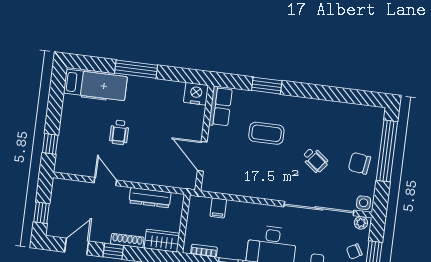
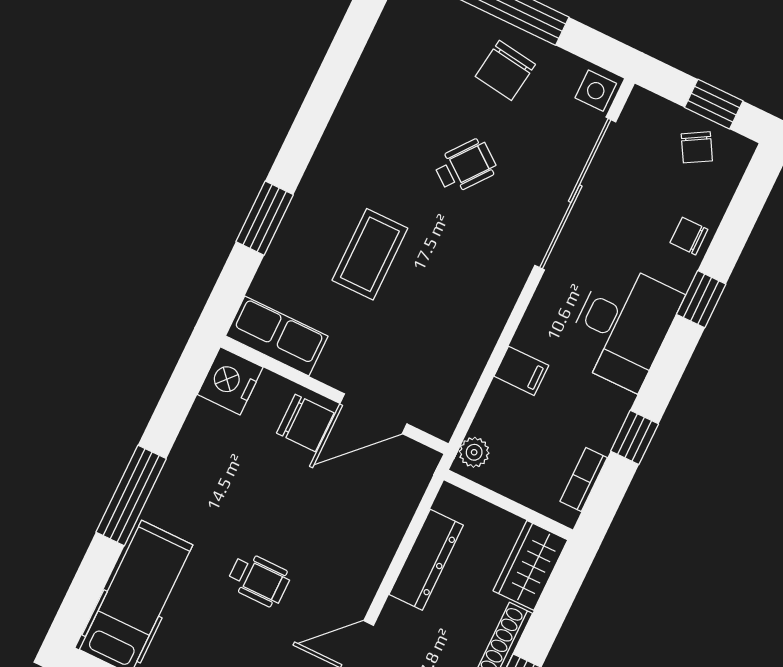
chair: (189, 130) -> (305, 423), added
filing cabinet: (218, 208) -> (521, 371), moved
plant: (361, 223) -> (474, 452), moved

